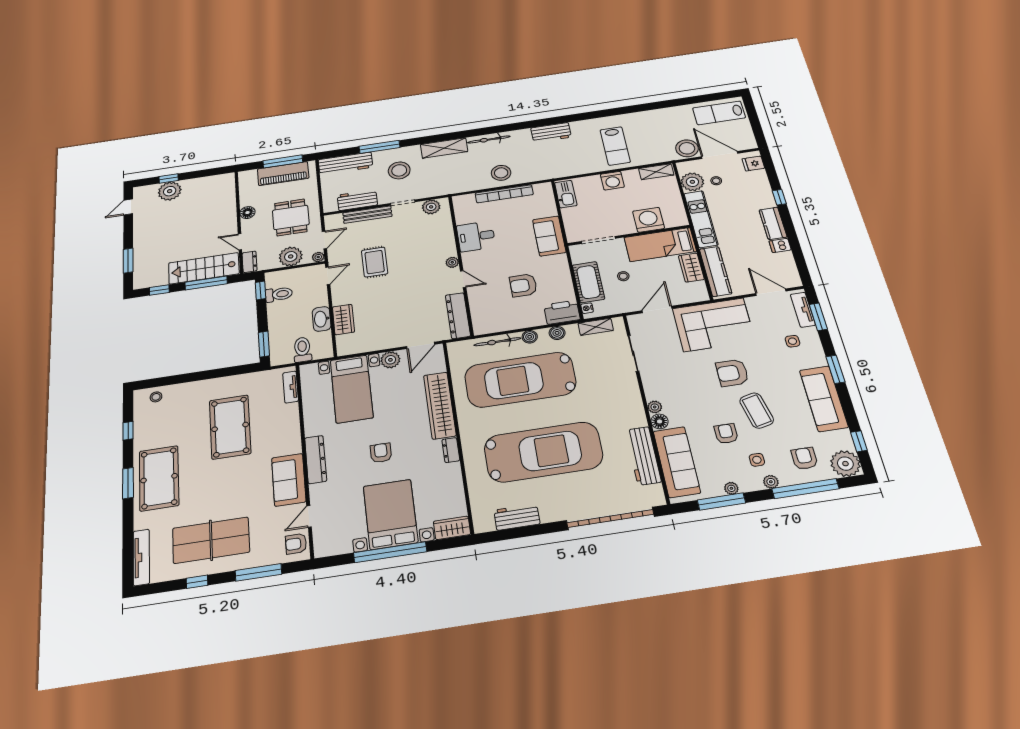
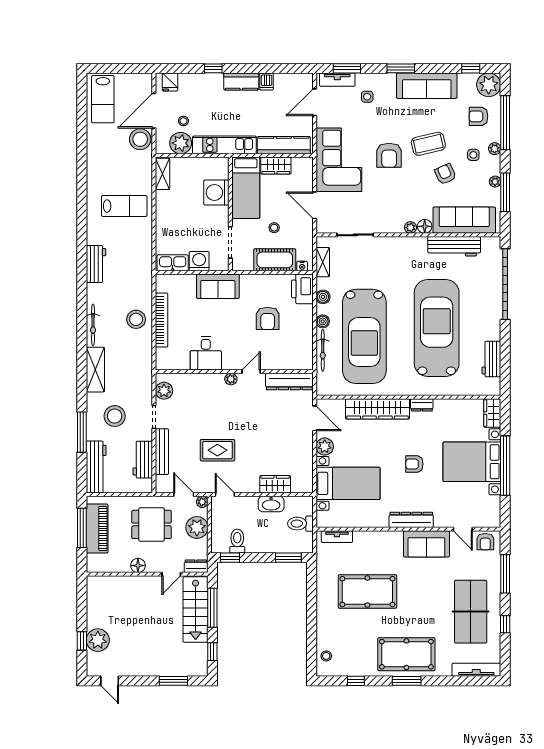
washing machine: (612, 181) -> (199, 261), moved, turned -90
armchair: (726, 434) -> (445, 174), turned 66

